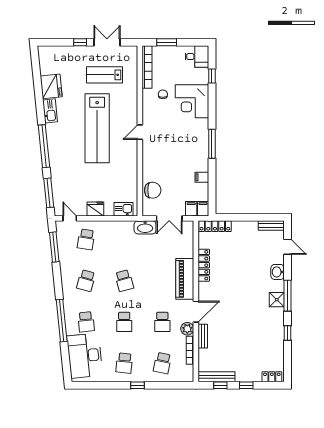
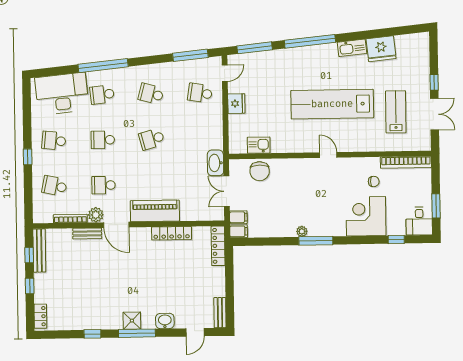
window: (167, 42) -> (436, 206), moved
plant: (204, 155) -> (302, 231), added
filing cabinet: (202, 177) -> (276, 229), removed
kitchen sink: (124, 209) -> (259, 145), moved, turned -90

